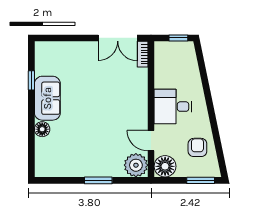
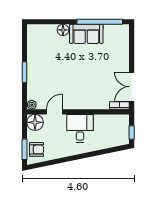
window: (31, 80) -> (100, 22), width x3.17
armchair: (197, 147) -> (37, 149), moved
plant: (136, 165) -> (32, 105), width x0.53, depth x0.53

